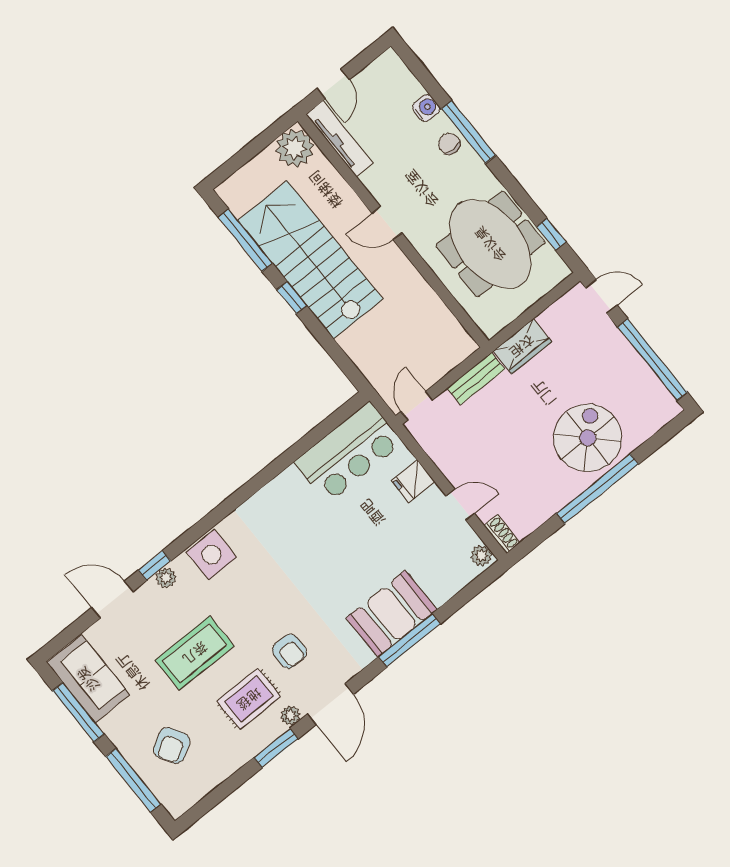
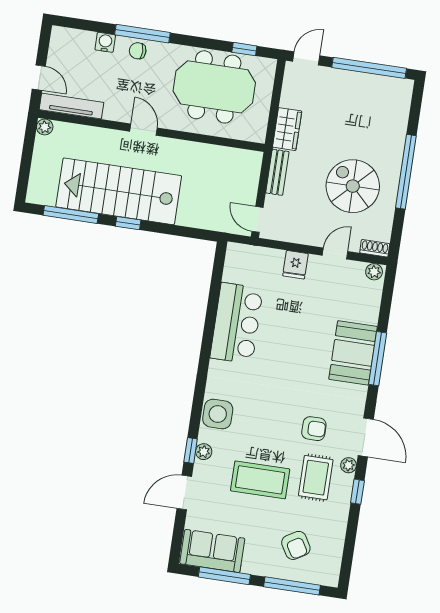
plant: (295, 148) -> (45, 127), width x0.53, depth x0.53
door: (387, 223) -> (143, 130), swing flipped
spiral stairs: (588, 438) -> (353, 186), moved
bar counter: (348, 452) -> (237, 323), moved
coffee table: (195, 653) -> (260, 480), turned 90
window: (276, 748) -> (357, 492), width x0.67

